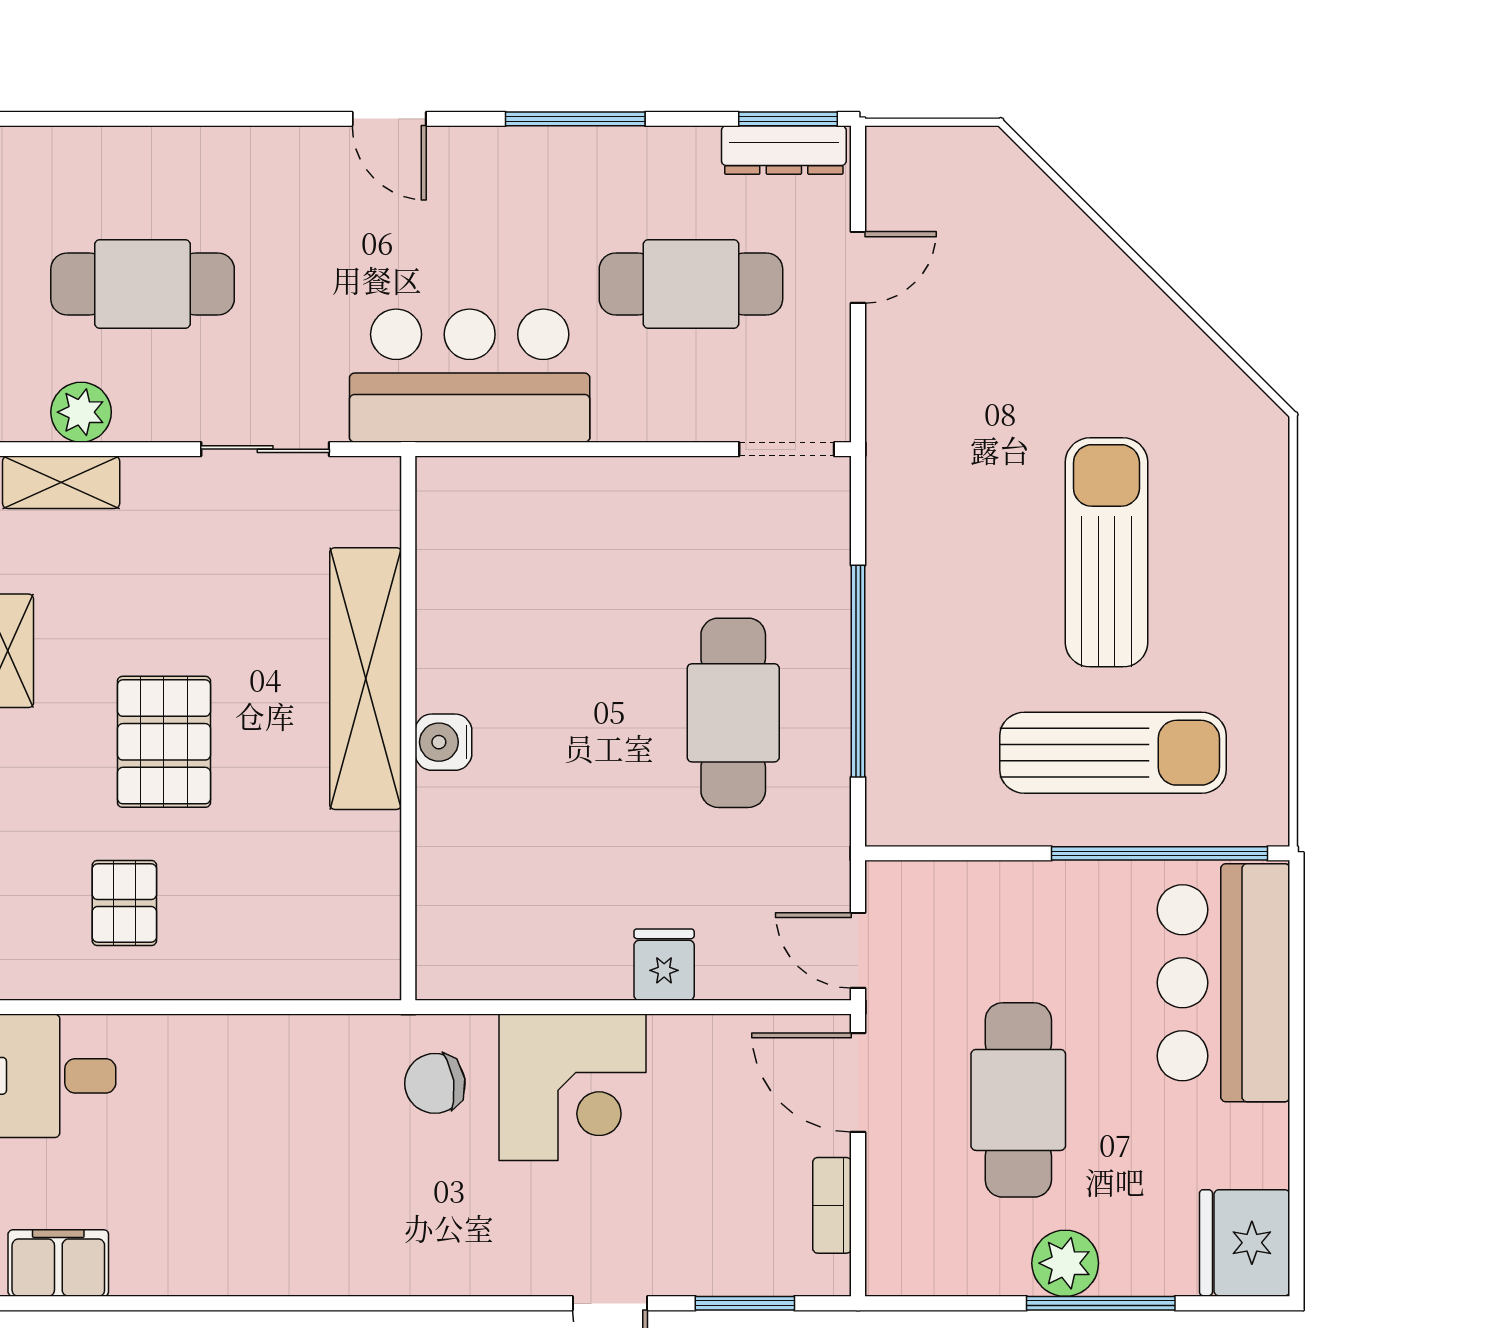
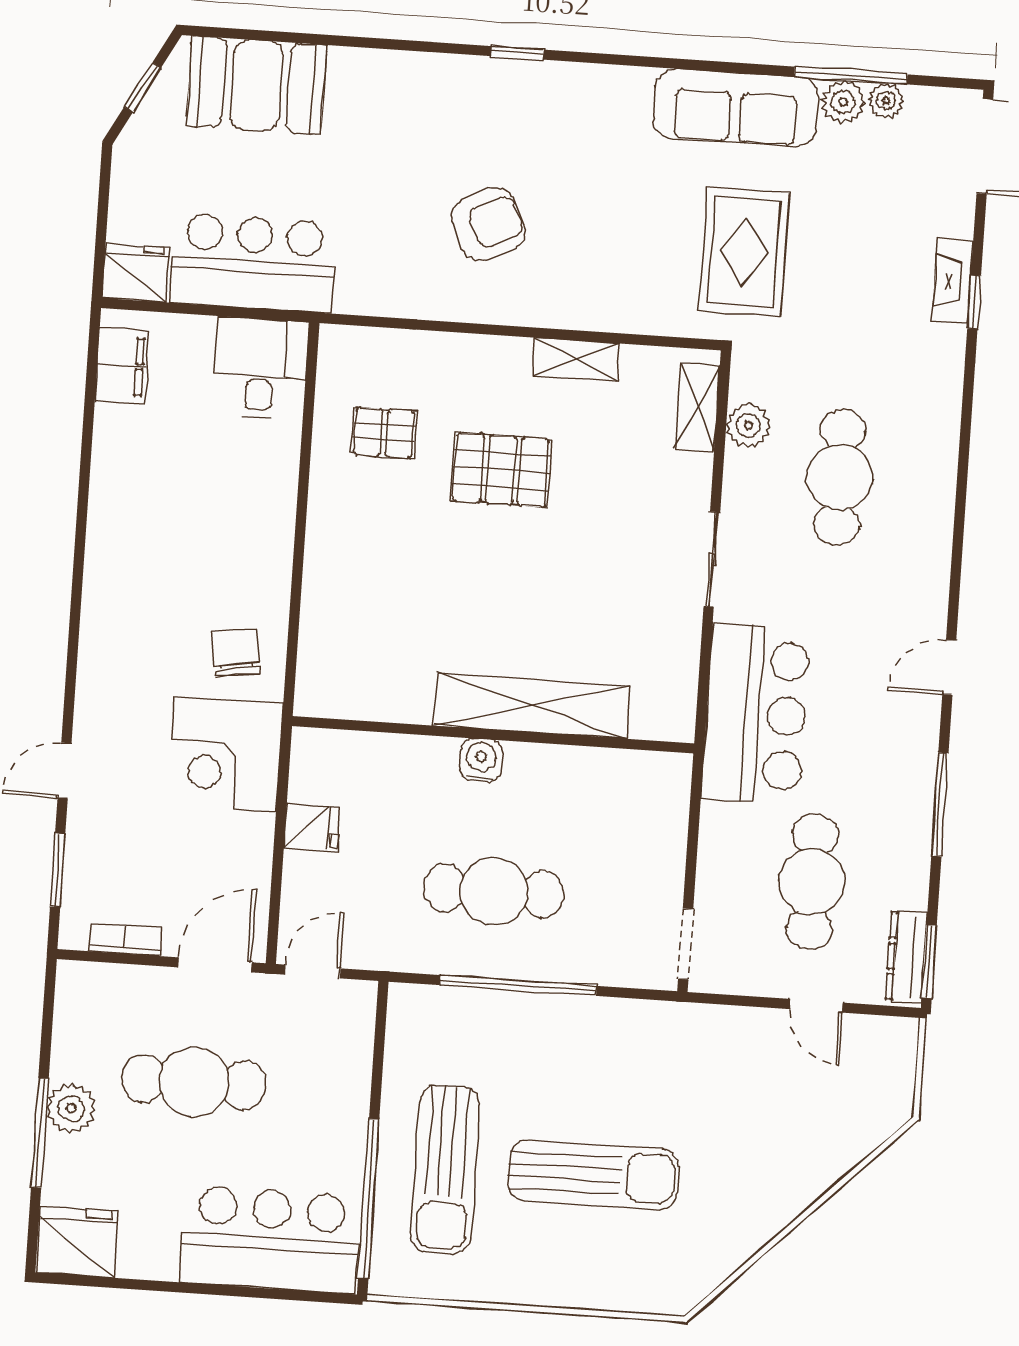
shelving: (366, 679) -> (532, 706), moved
wall: (408, 728) -> (493, 735), moved
water cooler: (443, 742) -> (481, 760), moved

